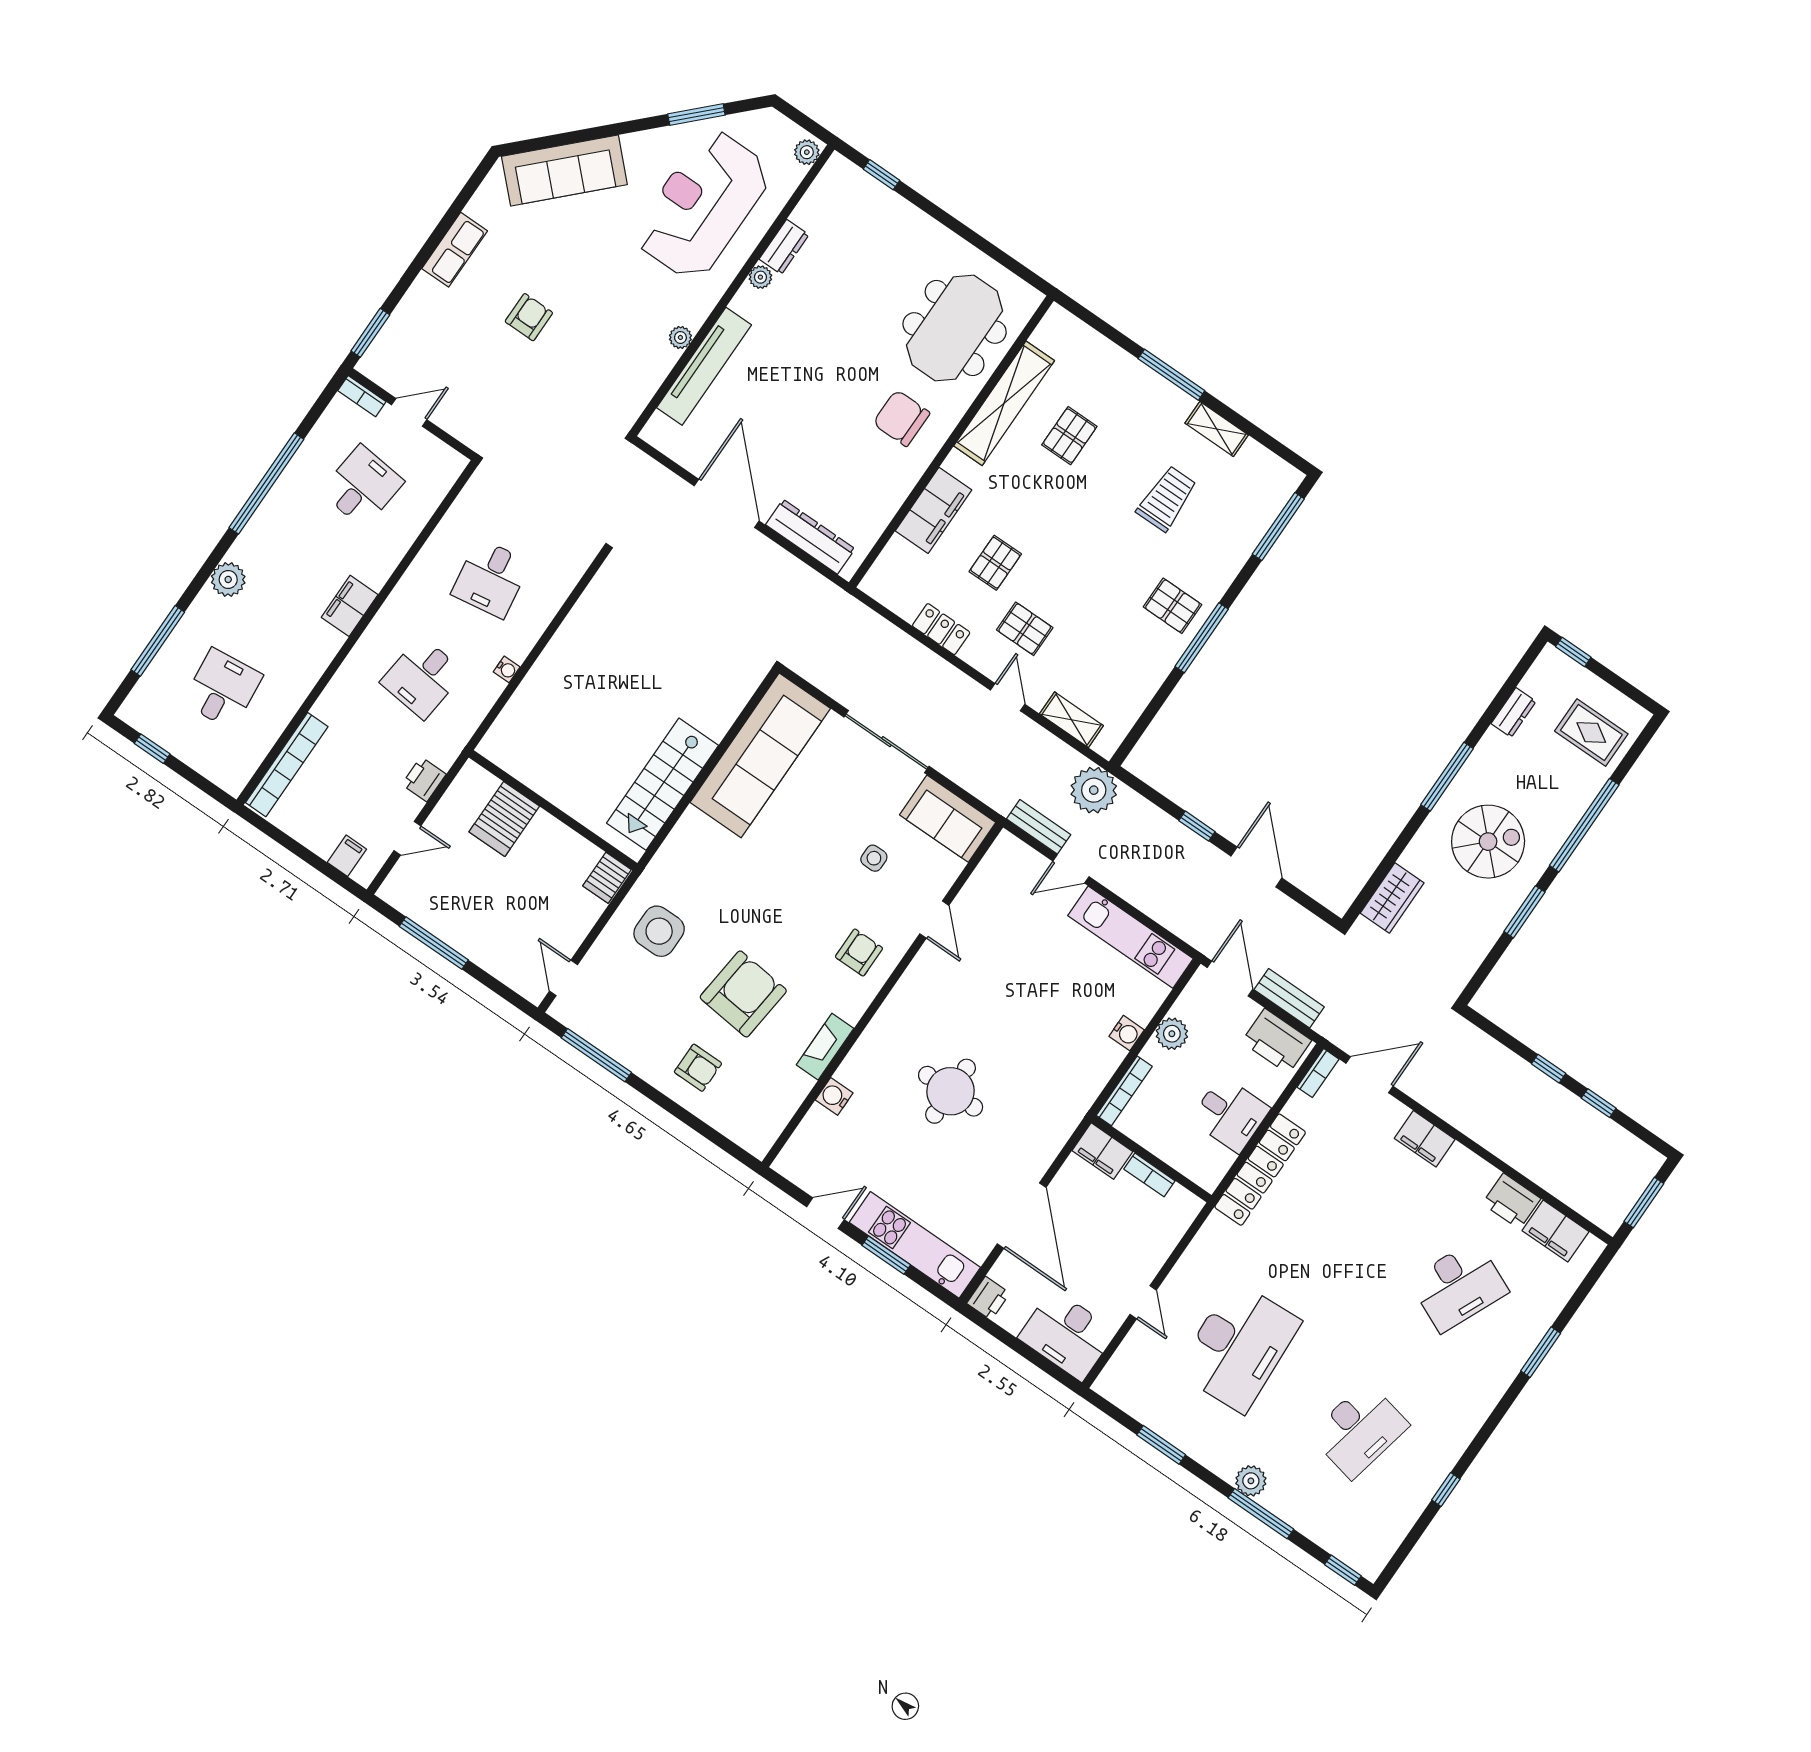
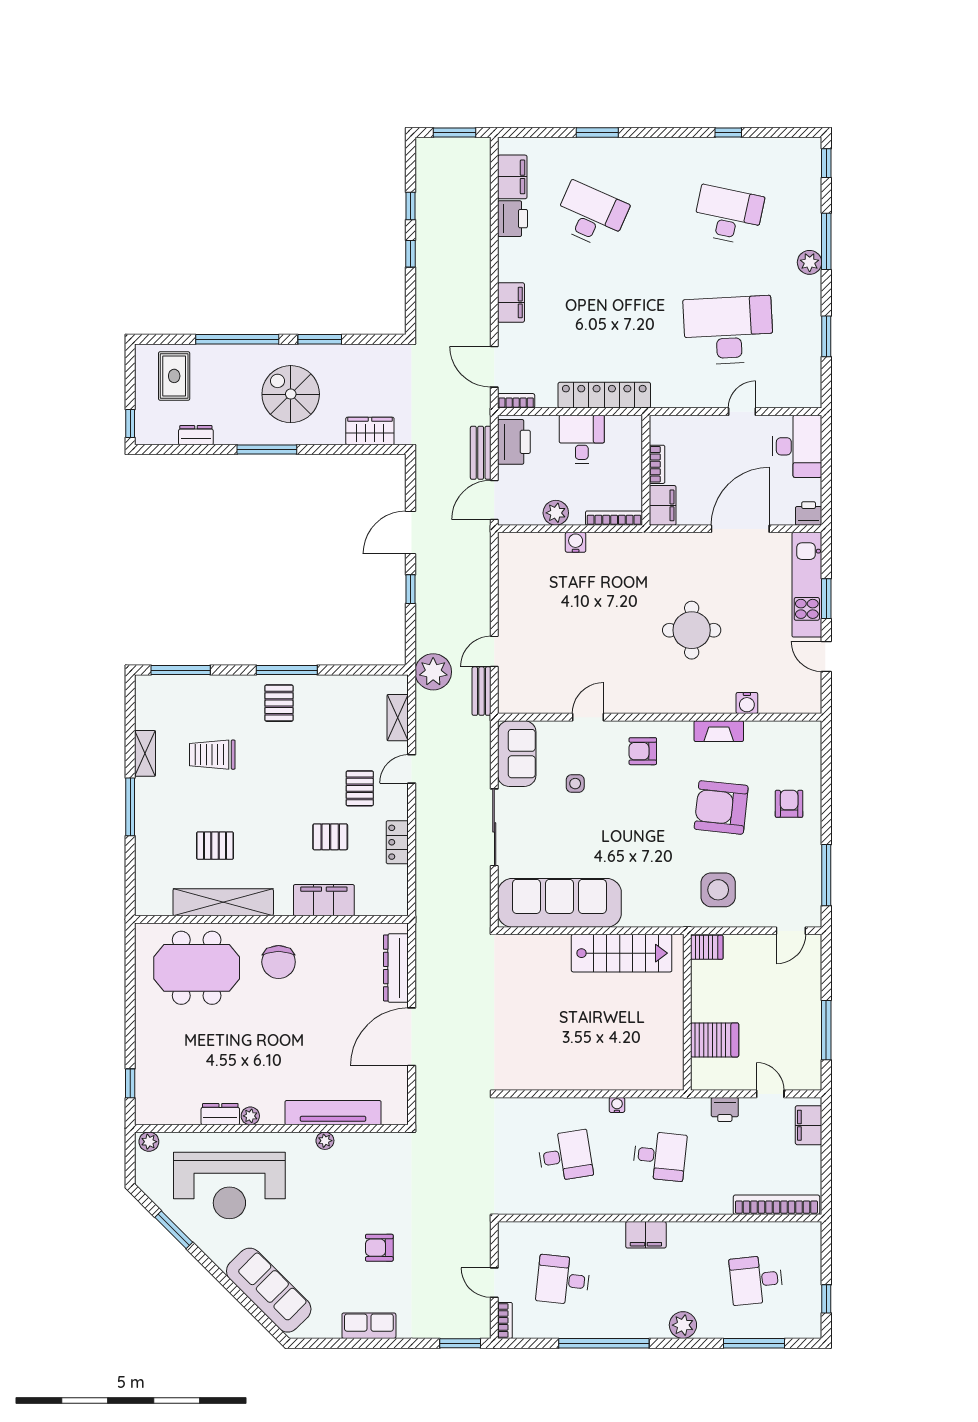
filing cabinet: (347, 856) -> (809, 1125), width x2.00
door: (1071, 869) -> (494, 651), swing flipped
kitchen unit: (1131, 937) -> (512, 582), removed

